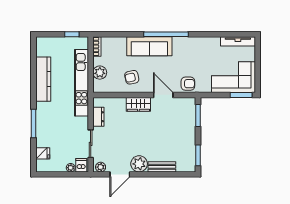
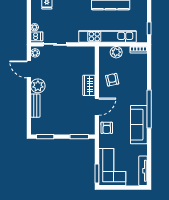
sofa: (149, 46) -> (139, 125), moved
dresser: (98, 117) -> (78, 51), removed

